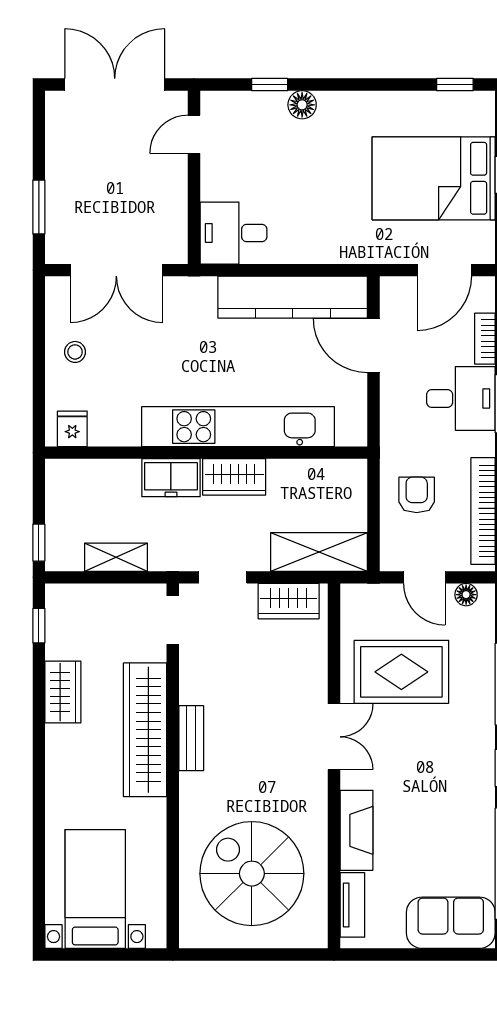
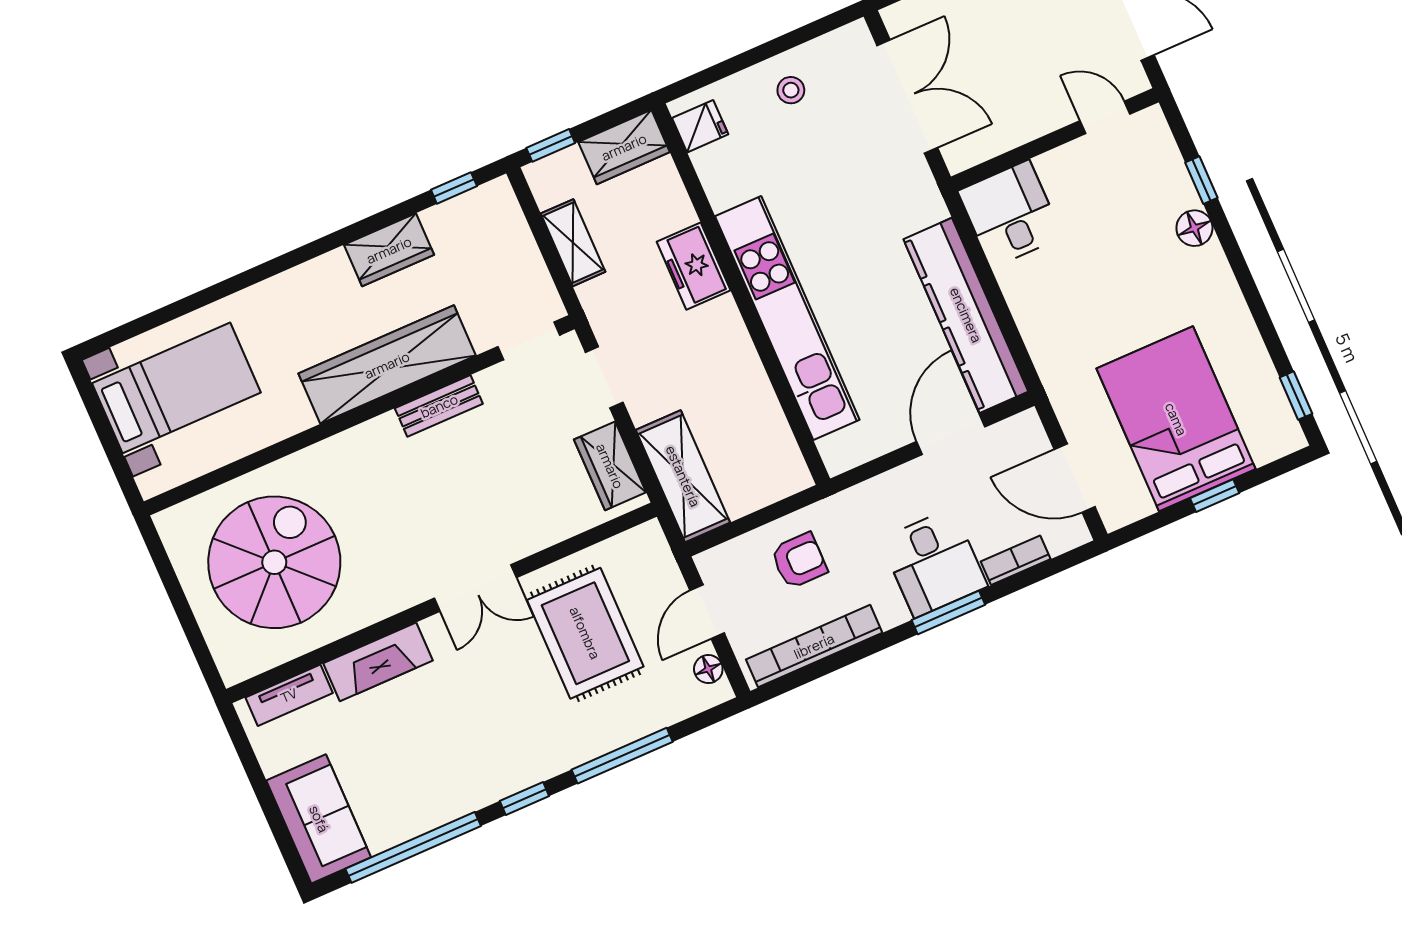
double door: (116, 270) -> (907, 97), swing flipped
wardrobe: (234, 477) -> (624, 147), moved, turned -90
bench: (191, 738) -> (439, 406), moved

